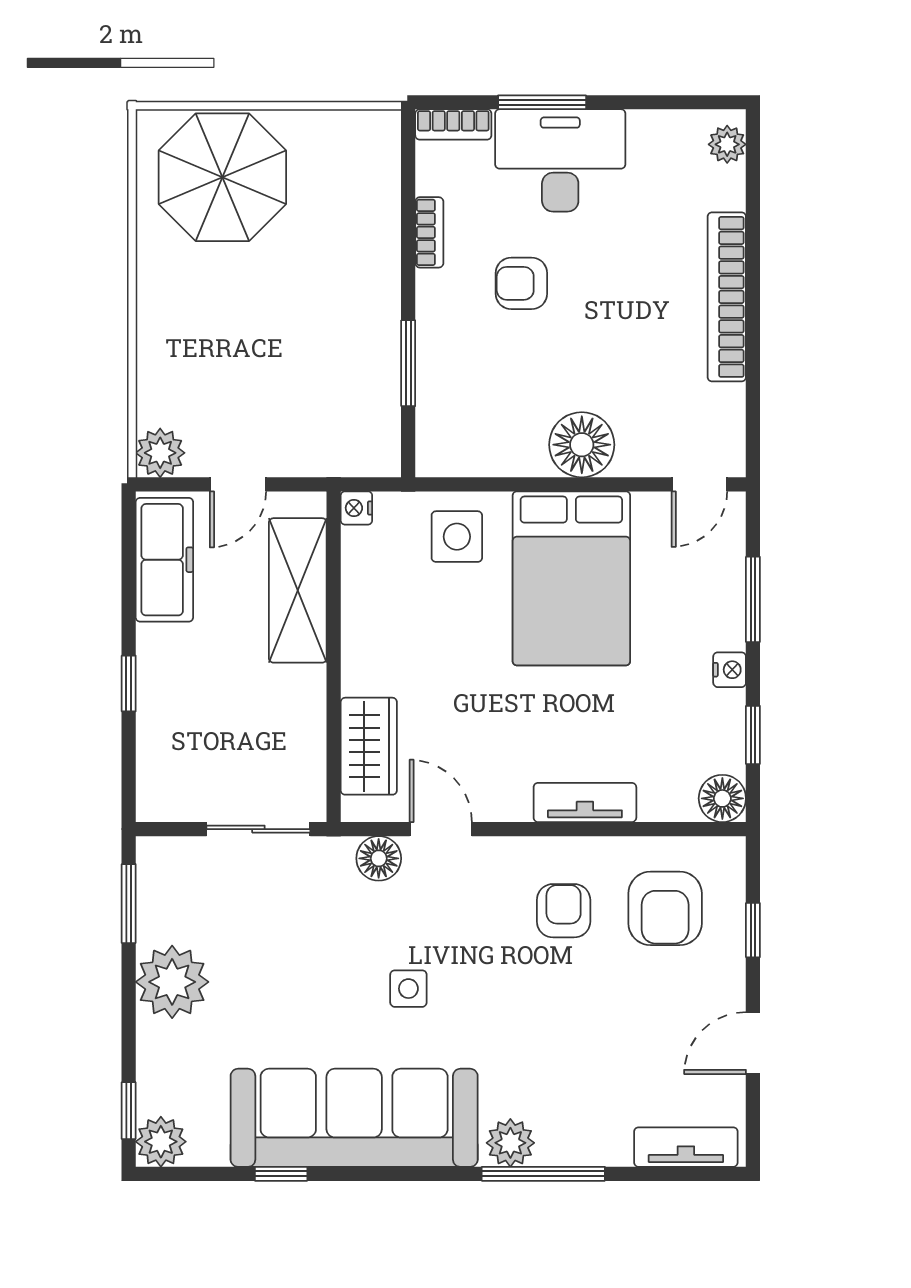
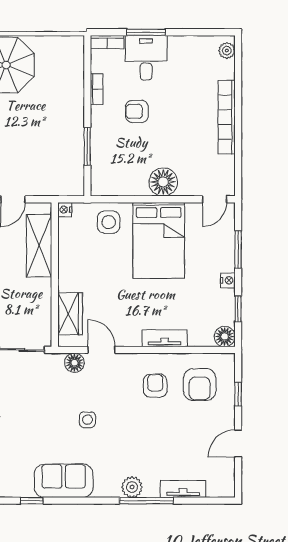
desk: (560, 160) -> (146, 58), width x0.73
sofa: (354, 1118) -> (64, 481), width x0.54, depth x0.79
tv unit: (686, 1147) -> (183, 489), moved

